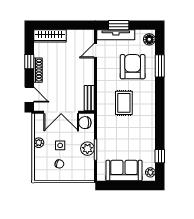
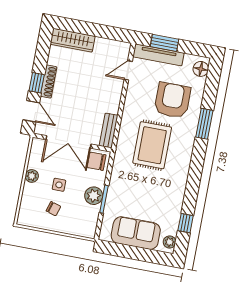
window: (29, 62) -> (37, 83), moved
window: (160, 66) -> (204, 124), moved
rug: (124, 103) -> (152, 145), width x1.36, depth x1.43

